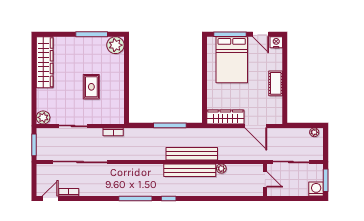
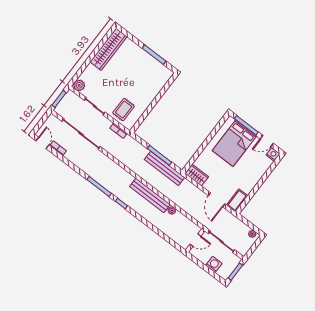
door: (261, 34) -> (267, 141), hinge flipped
plant: (115, 45) -> (164, 74), removed
cot: (276, 83) -> (237, 200), moved
rug: (91, 87) -> (124, 110), moved
wardrobe: (225, 117) -> (197, 175), width x0.67
bench: (192, 154) -> (164, 168), moved
door: (265, 179) -> (195, 240), hinge flipped
washing machine: (316, 189) -> (214, 264), moved
door: (50, 199) -> (42, 143), hinge flipped

